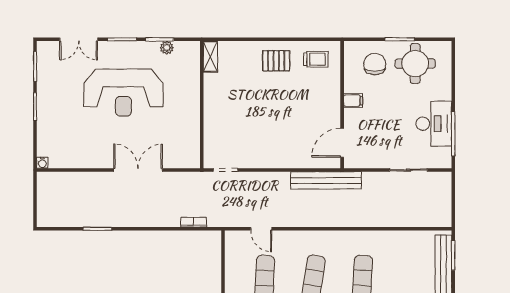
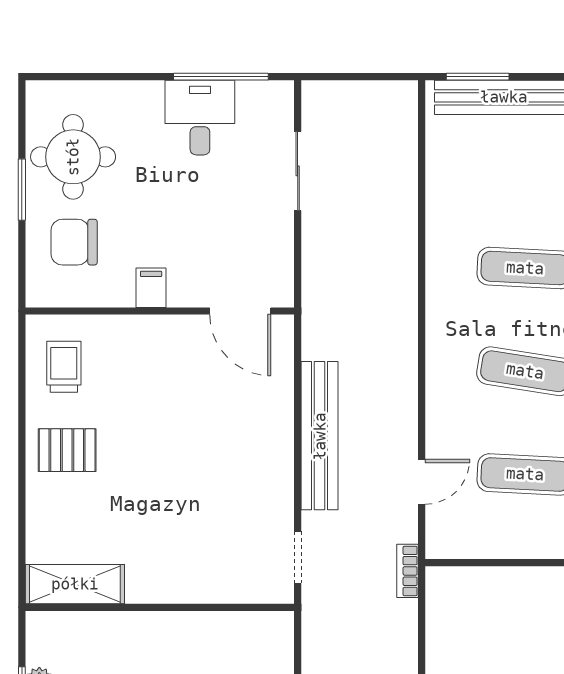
shelving: (210, 57) -> (75, 584), width x1.50, depth x1.33
pallet: (276, 61) -> (67, 450), turned 90
desk: (434, 124) -> (200, 118), width x0.73
bench: (326, 180) -> (320, 436), moved
bookcase: (194, 222) -> (408, 571), moved

